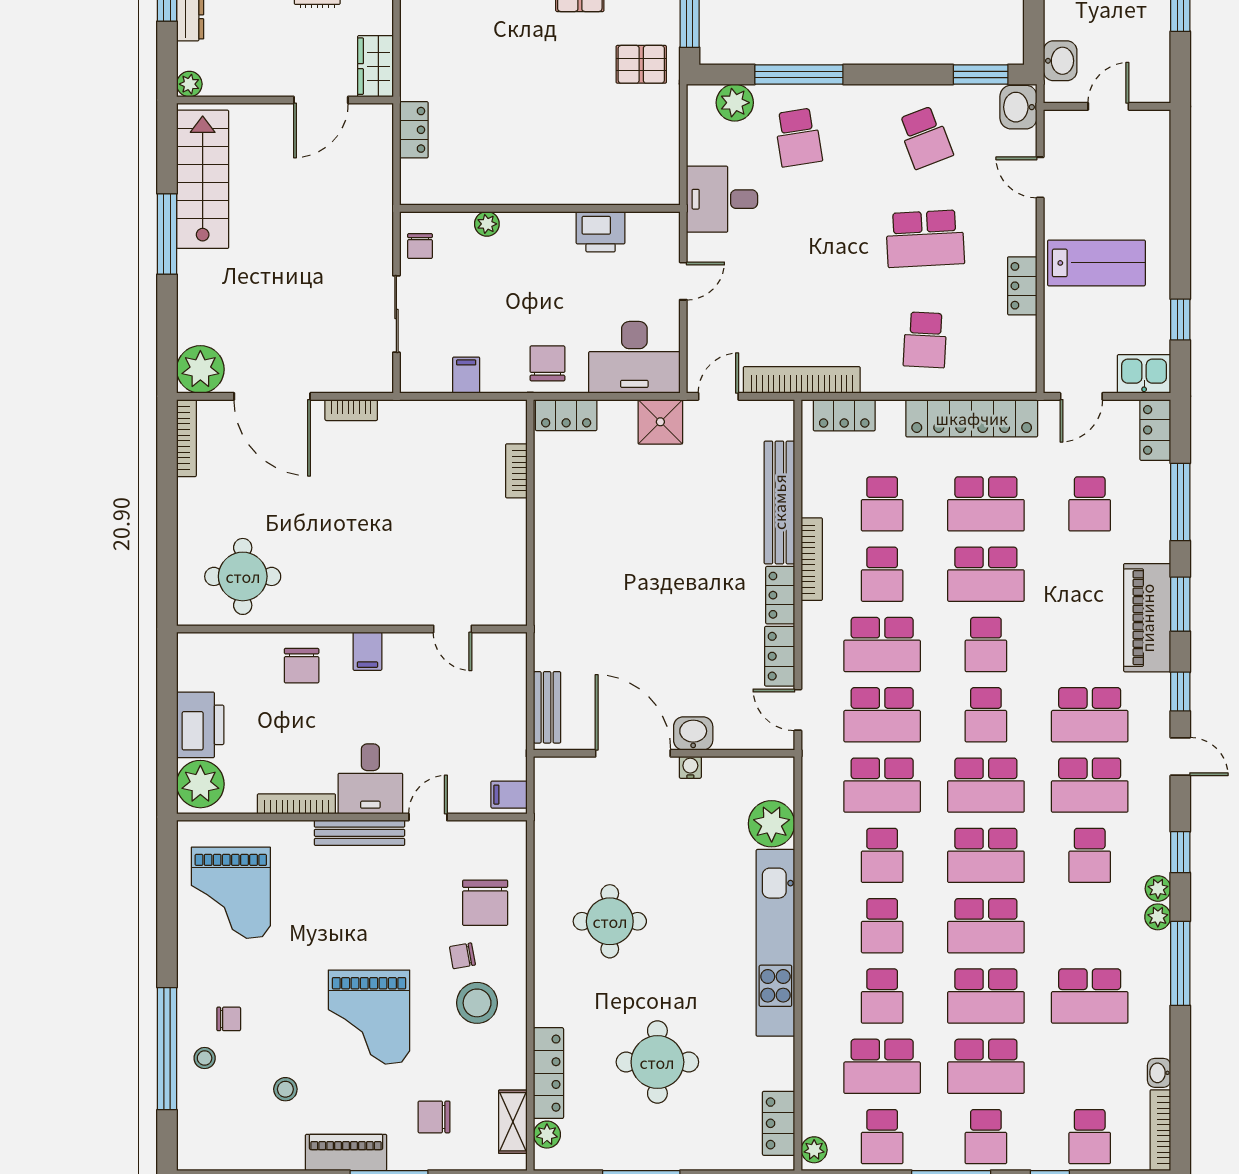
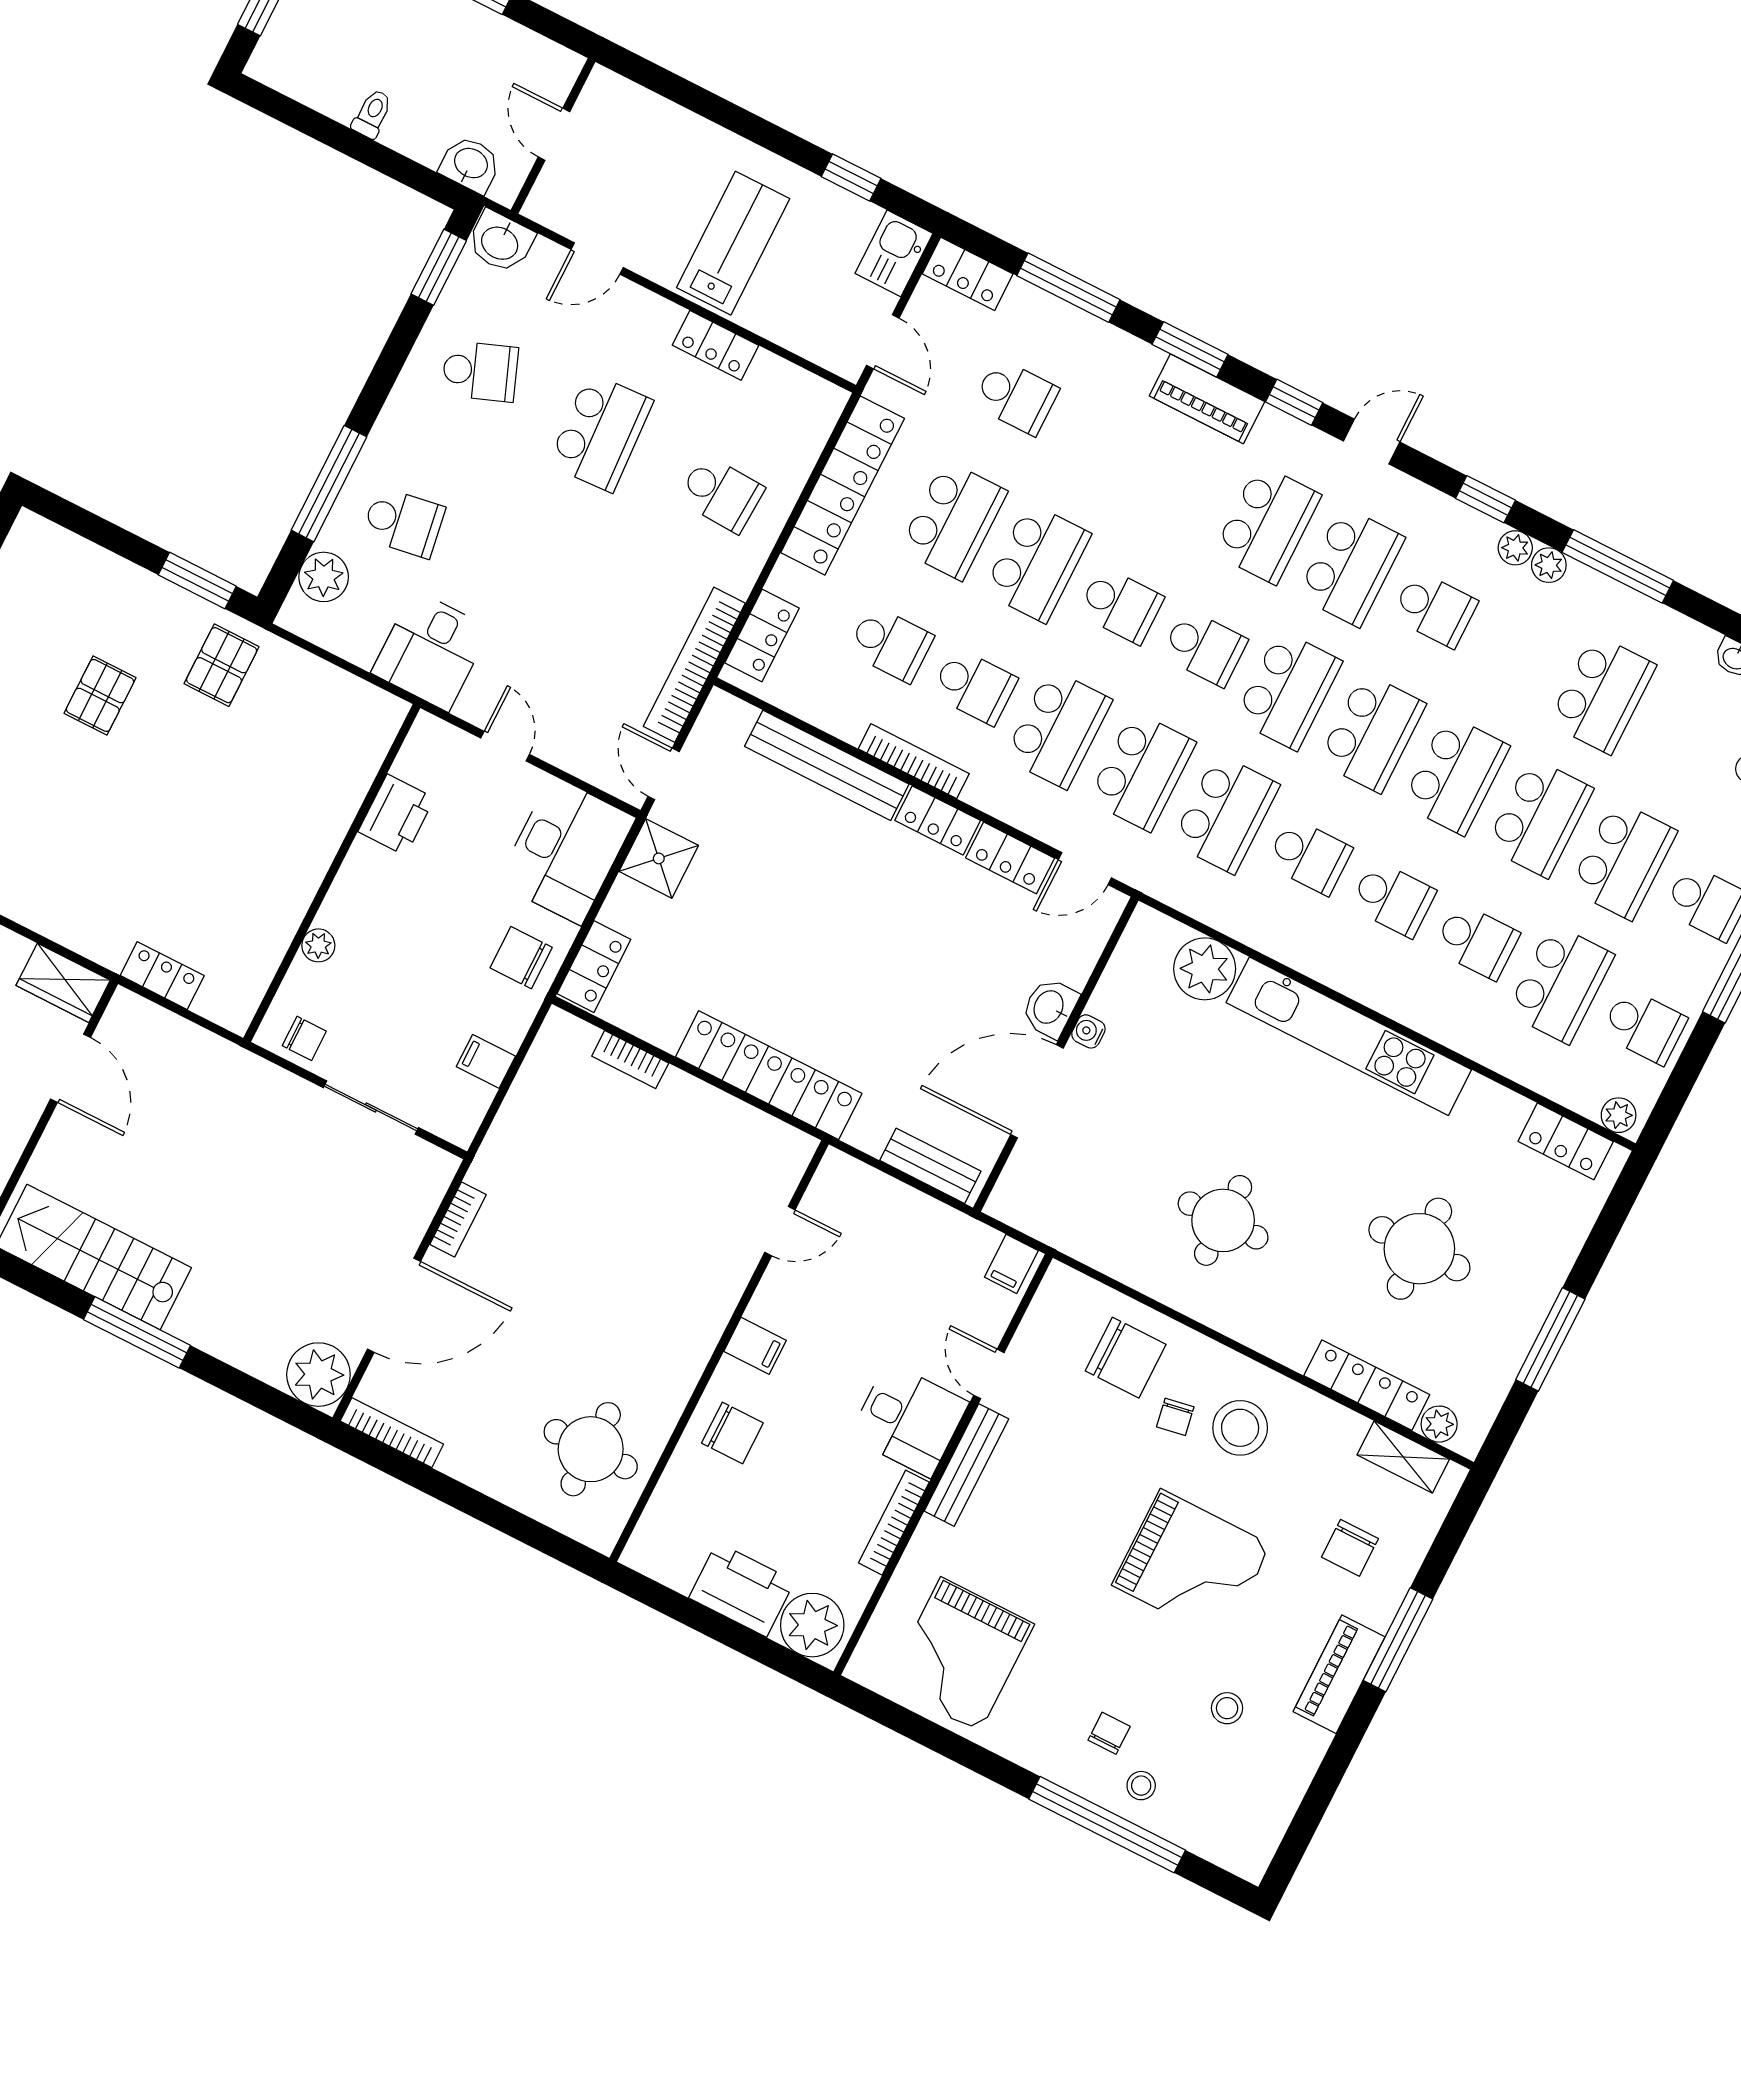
locker: (553, 569) -> (769, 1075), added
piano: (1147, 618) -> (1207, 399), width x0.73, depth x0.75
grand piano: (231, 893) -> (960, 1654), turned 90

